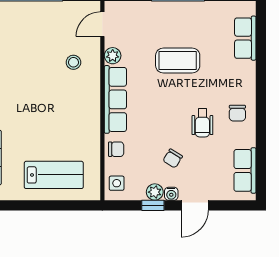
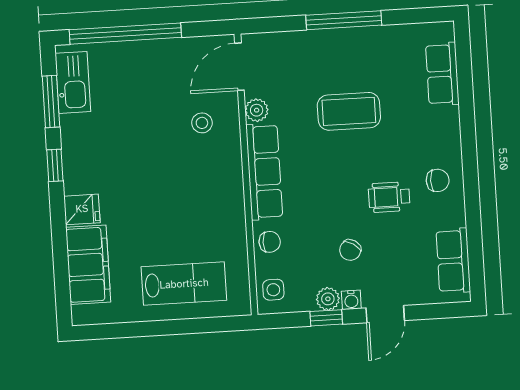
door: (102, 24) -> (239, 67), width x1.38
chair: (237, 113) -> (438, 180), turned -90
wheelchair: (202, 123) -> (389, 197), turned 90

